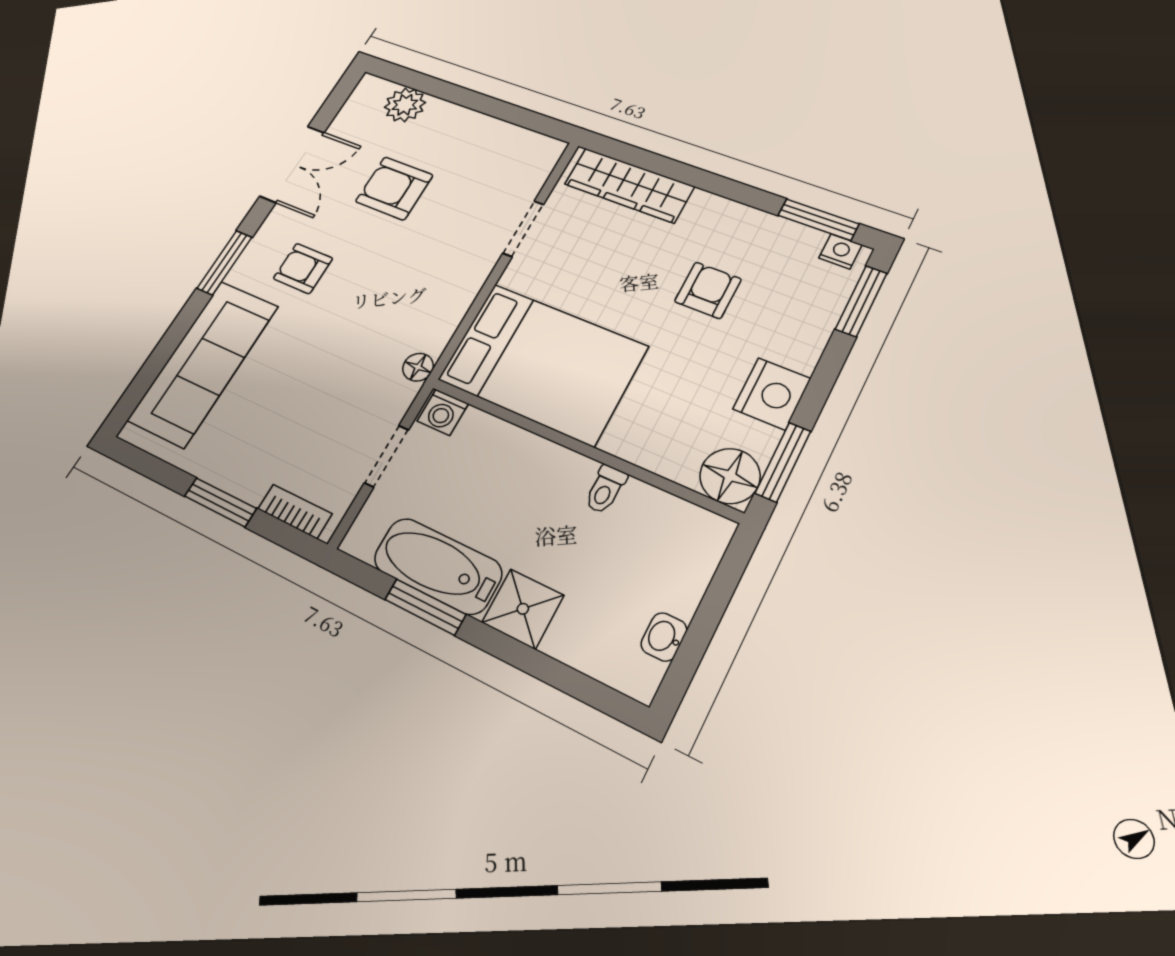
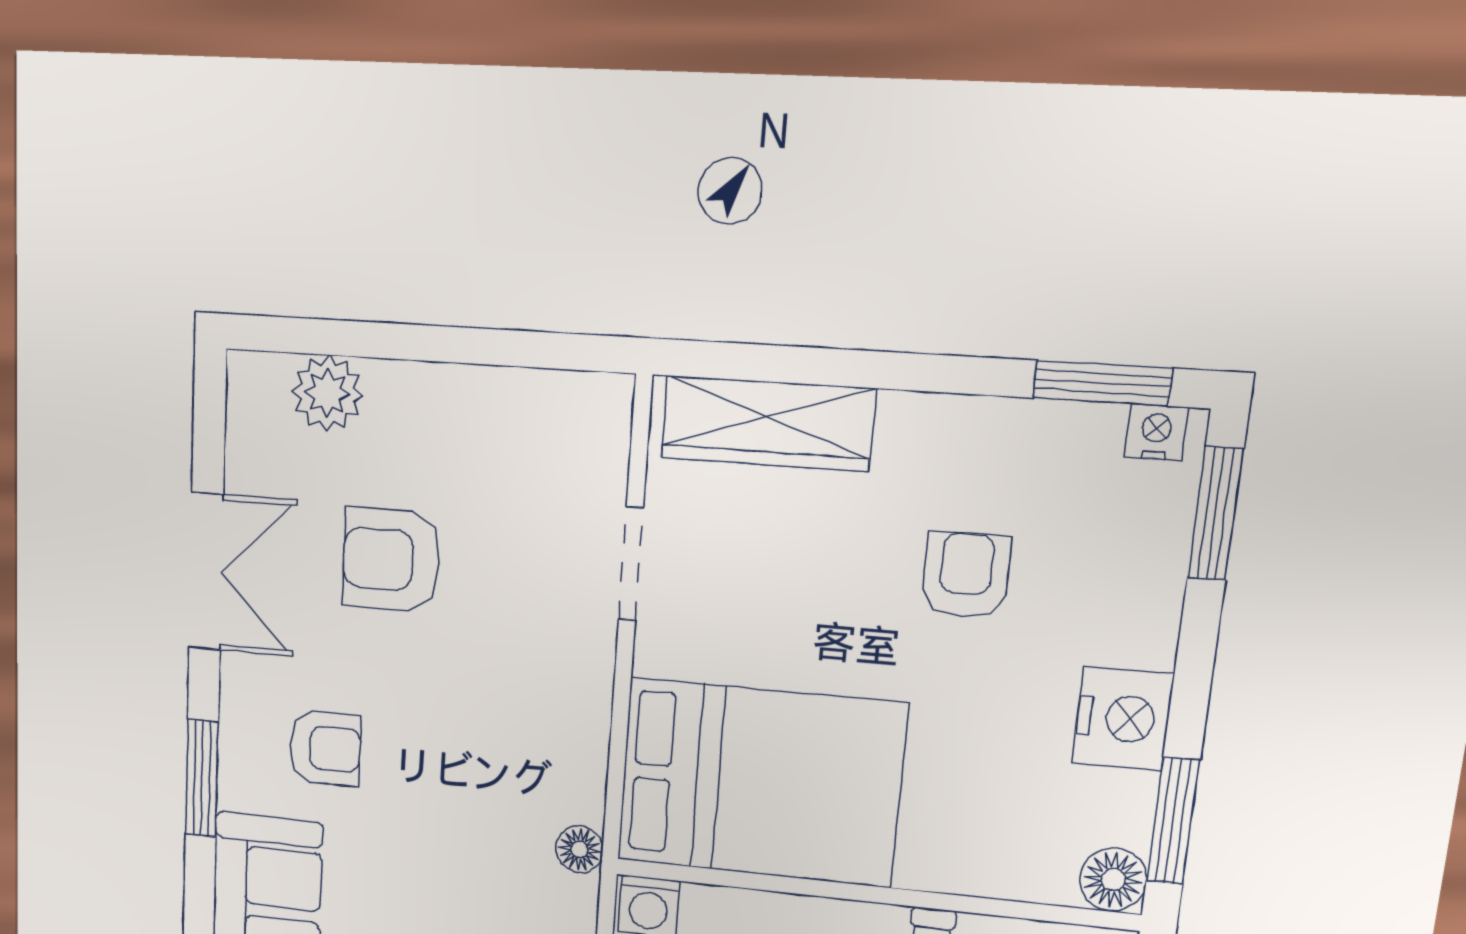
armchair: (303, 268) -> (325, 748), turned 180
floor lamp: (730, 476) -> (1113, 880), width x0.73, depth x0.73

